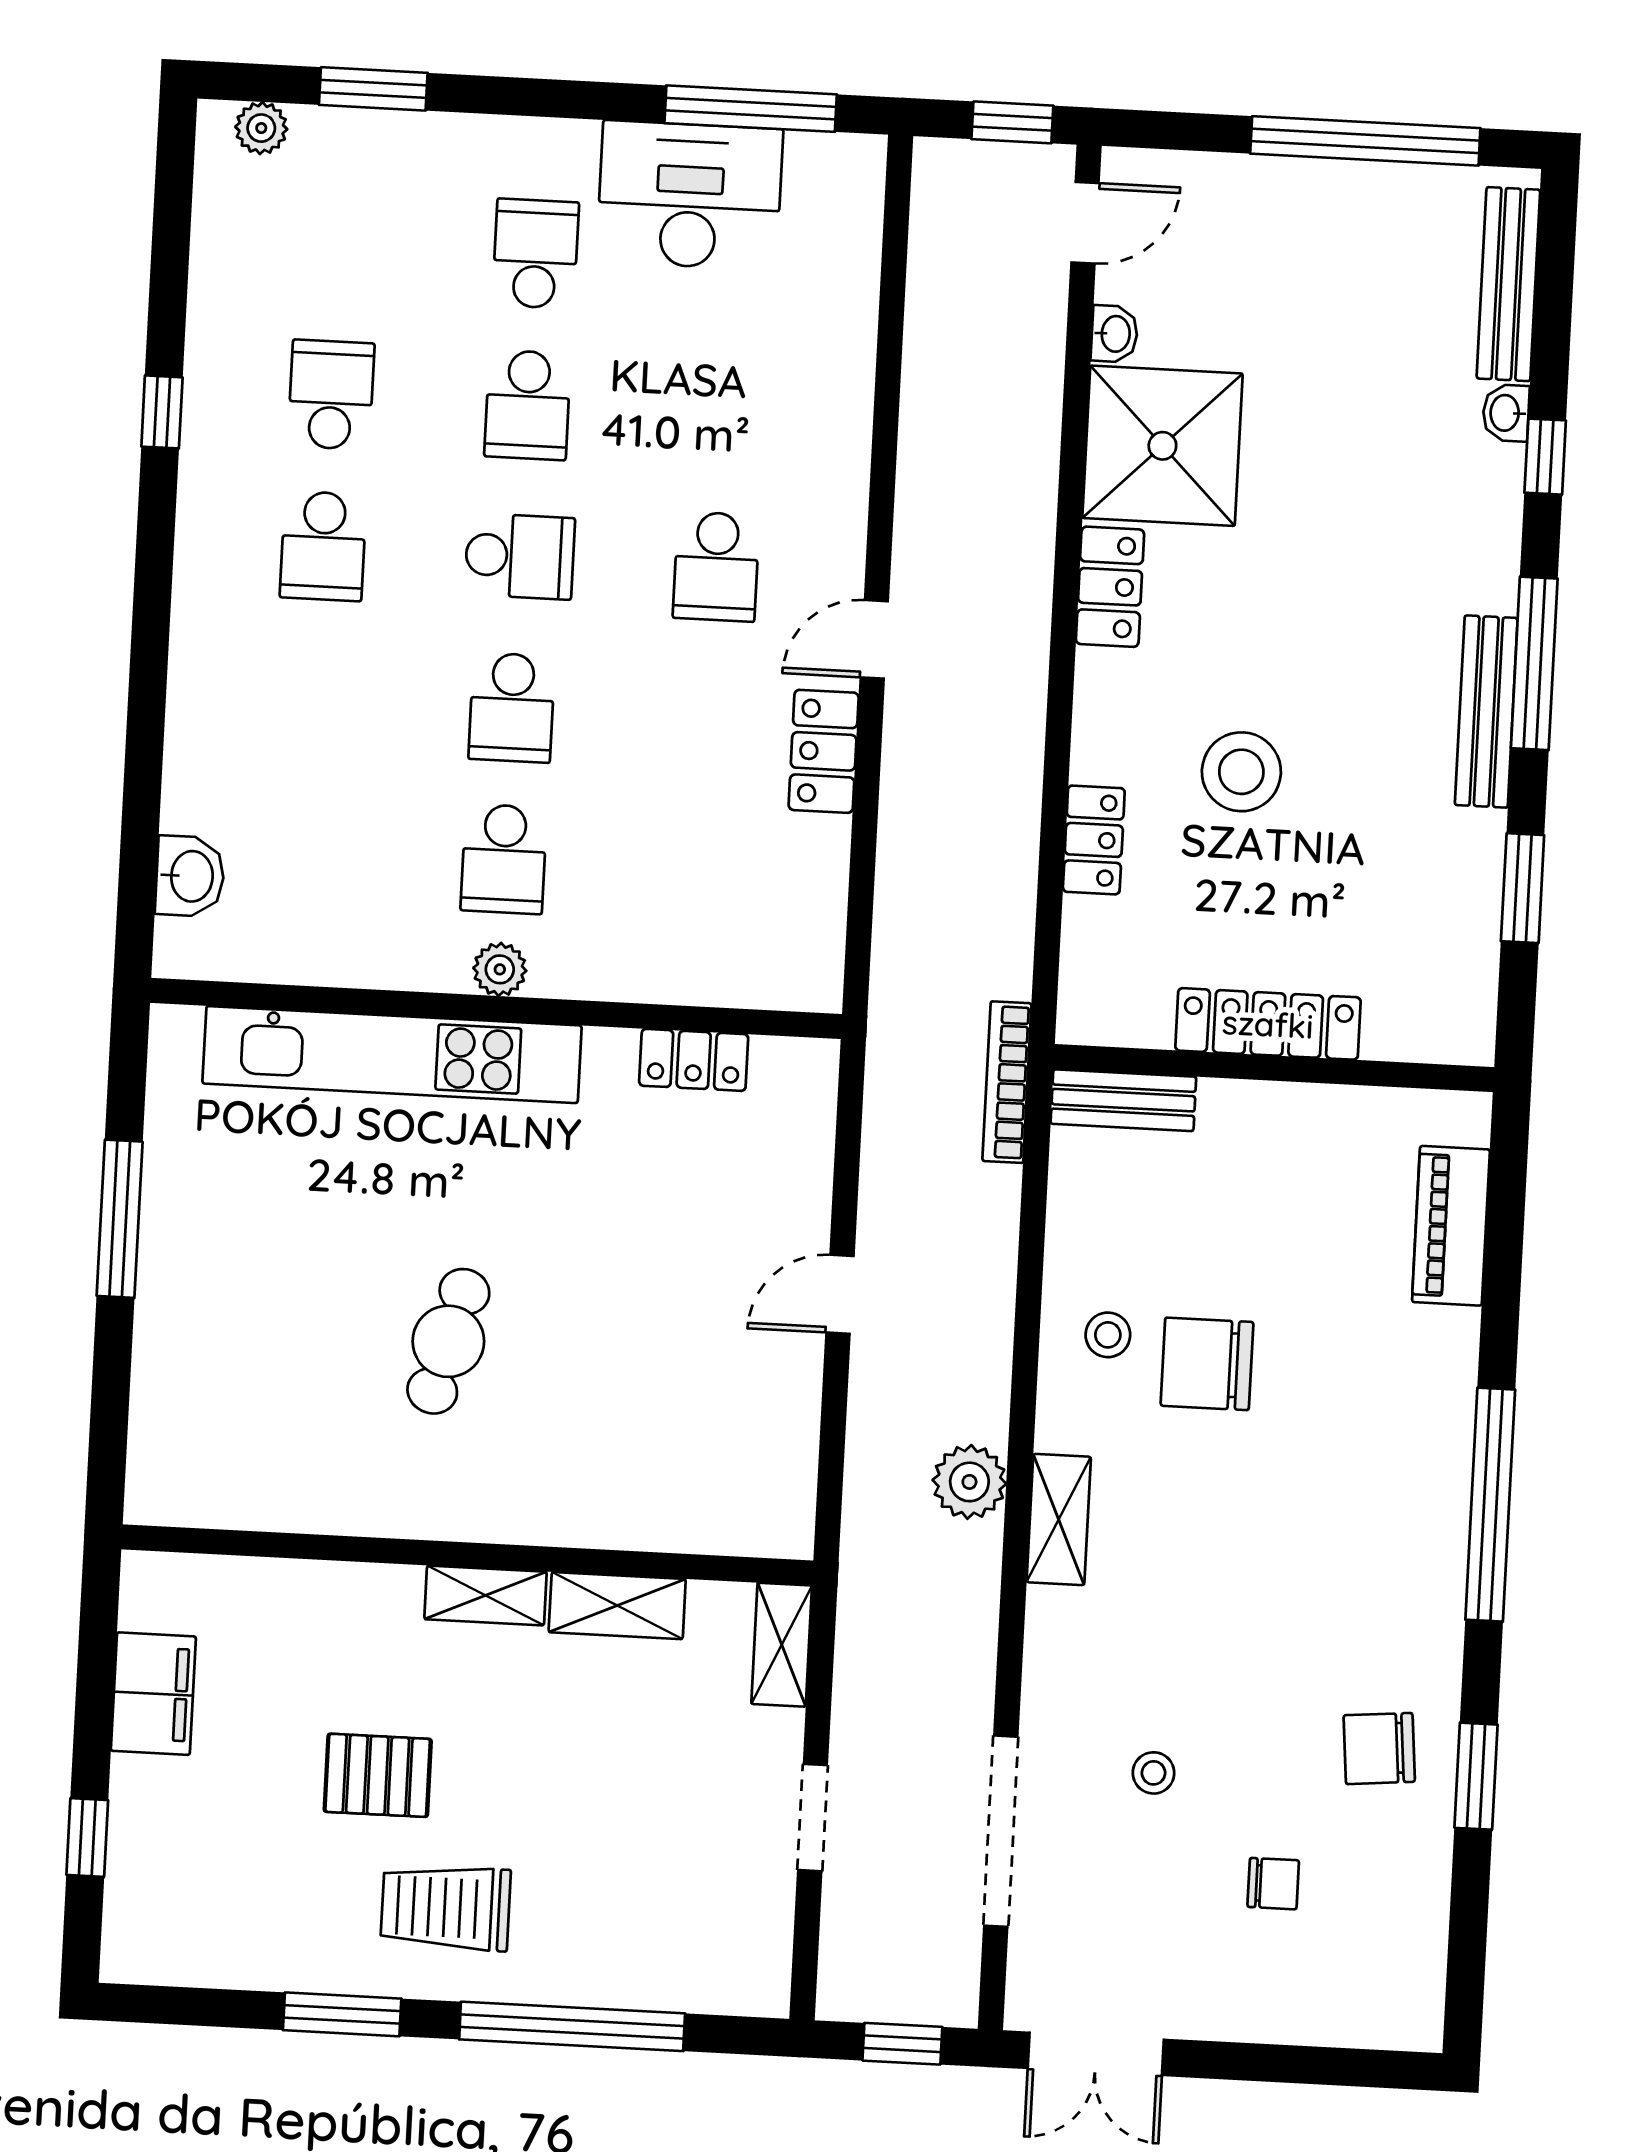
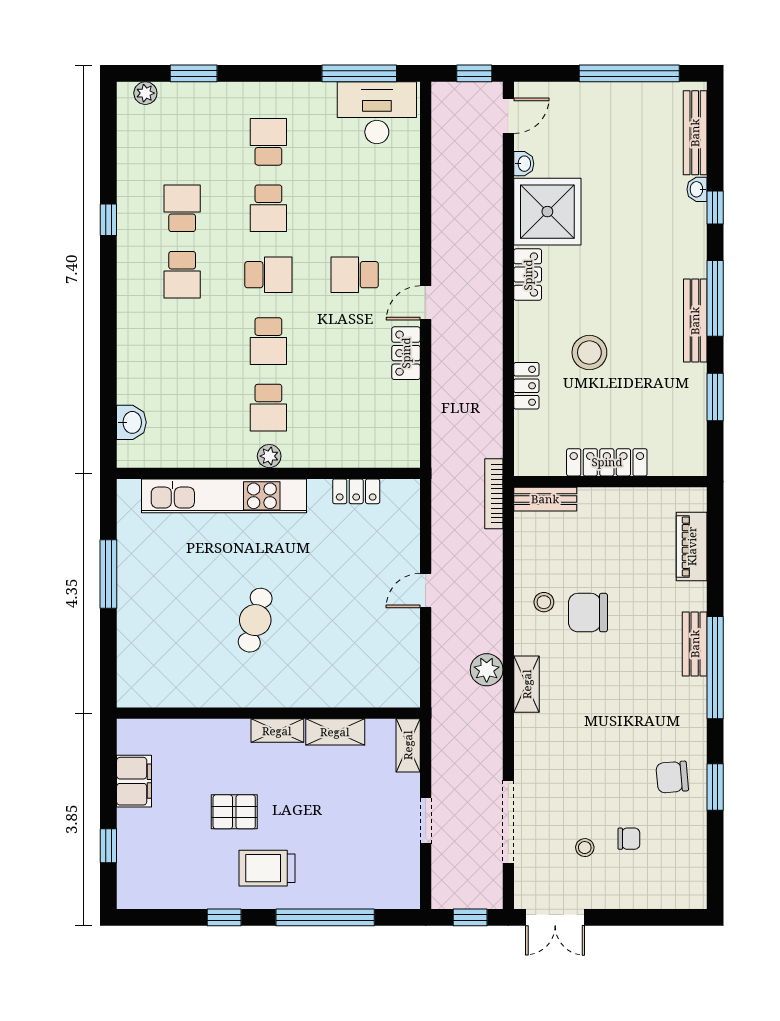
desk: (690, 195) -> (377, 113), moved
school desk: (716, 567) -> (355, 275), turned 90
bench: (1446, 1448) -> (695, 644), added
stool: (1154, 1773) -> (585, 848), moved
window: (342, 2014) -> (224, 917), width x0.67

